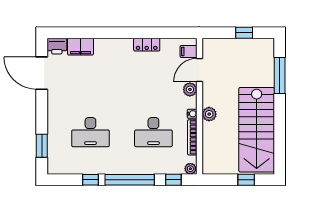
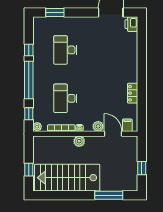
filing cabinet: (80, 47) -> (131, 42), removed

